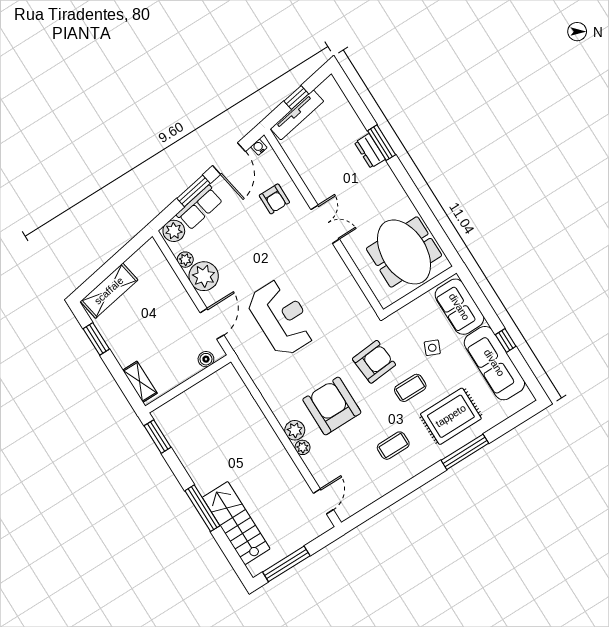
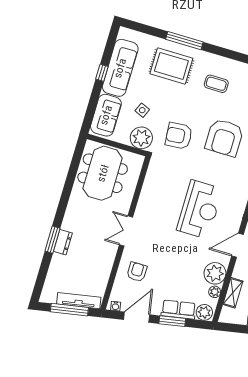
window: (296, 98) -> (69, 310), width x2.17
shelving: (168, 277) -> (233, 293), added
reception desk: (281, 318) -> (200, 209), turned 180
plant: (405, 322) -> (141, 138), added
coffee table: (410, 388) -> (176, 103), removed

